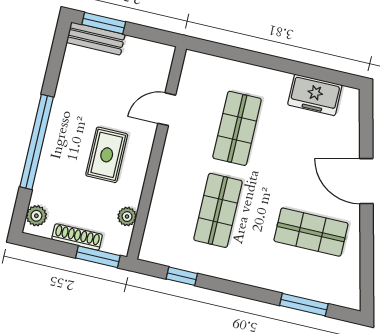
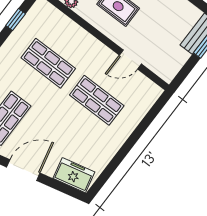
freezer: (315, 95) -> (74, 175), moved, turned 77
door: (167, 109) -> (130, 60), swing flipped

